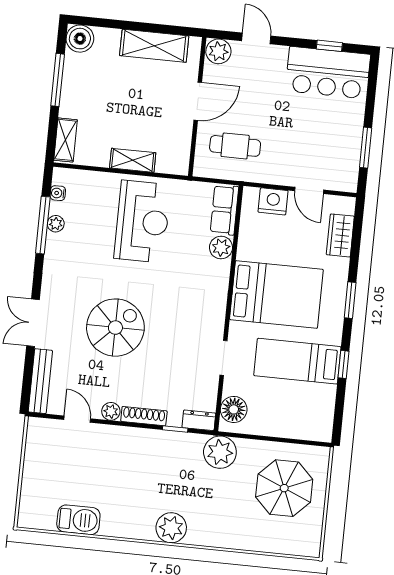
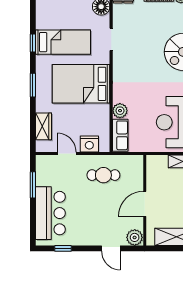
bar counter: (328, 73) -> (50, 213), moved, turned 90
cafe table: (235, 146) -> (103, 175), moved

